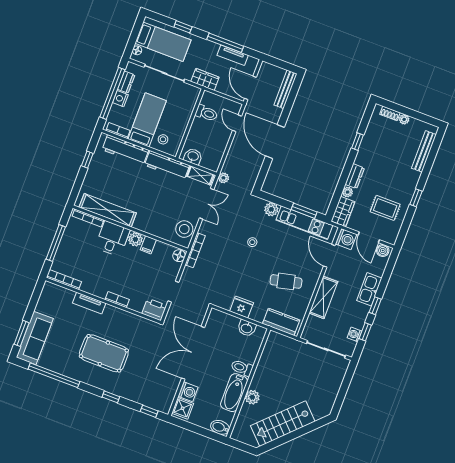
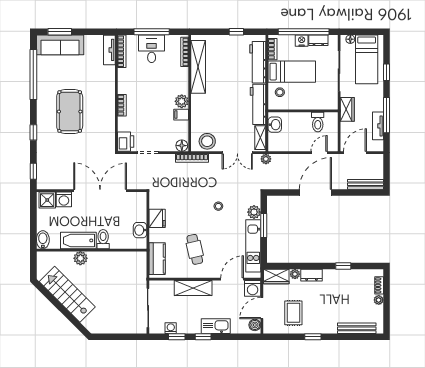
window: (304, 211) -> (264, 225), moved
desk: (112, 239) -> (152, 49), moved, turned -90
tv unit: (89, 303) -> (109, 50), moved

